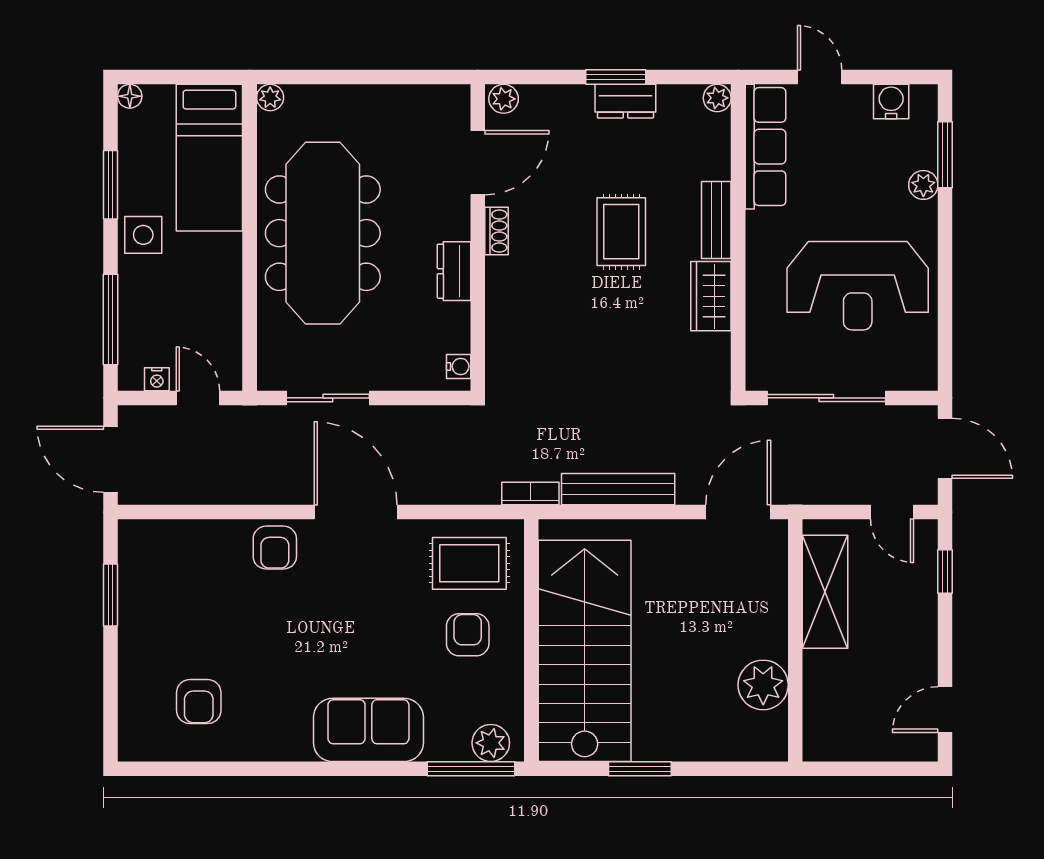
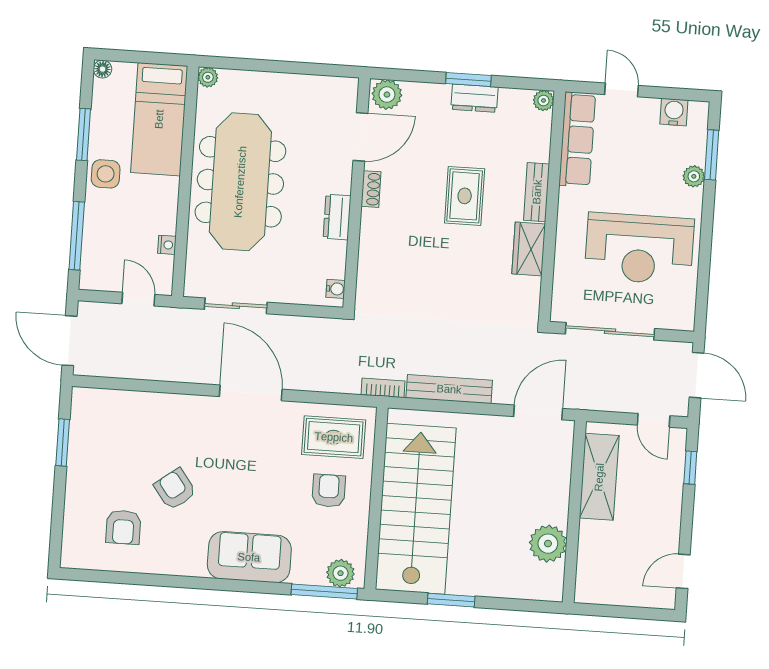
plant: (504, 99) -> (387, 95), width x1.38, depth x1.38
nightstand: (157, 379) -> (167, 245), moved, turned -90
armchair: (275, 548) -> (175, 489), moved, turned 143

